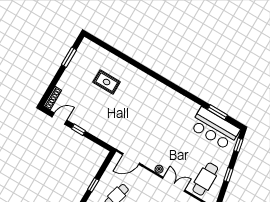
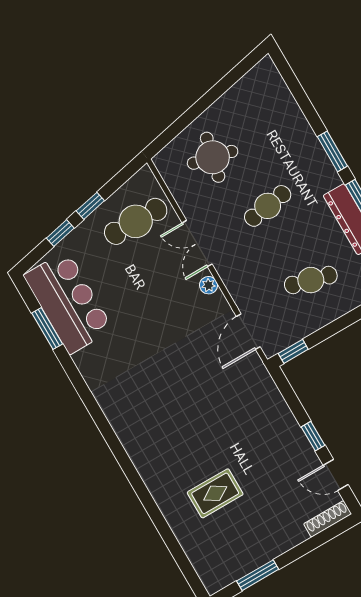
rug: (107, 82) -> (215, 493), turned 90
window: (238, 145) -> (60, 233), moved
door: (131, 159) -> (248, 332), swing flipped
window: (93, 185) -> (293, 351), moved

